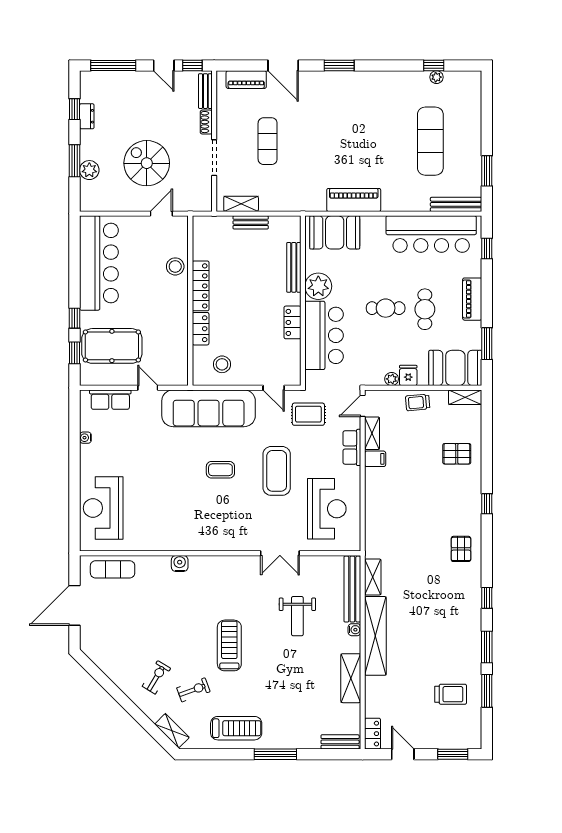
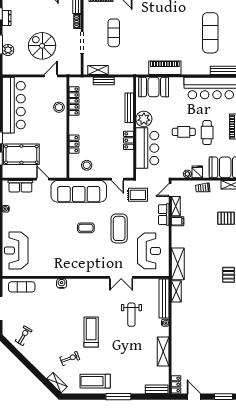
locker: (201, 286) -> (74, 101), moved
shelving: (375, 636) -> (178, 264), moved, width x0.68
exercise bike: (156, 677) -> (24, 336), moved
trolley: (451, 694) -> (222, 361), removed
treadmill: (236, 728) -> (95, 381), turned 180

